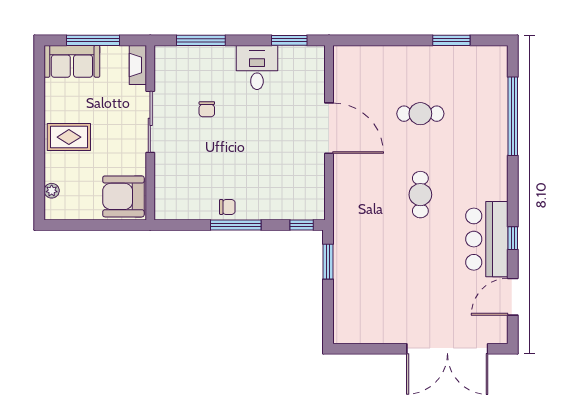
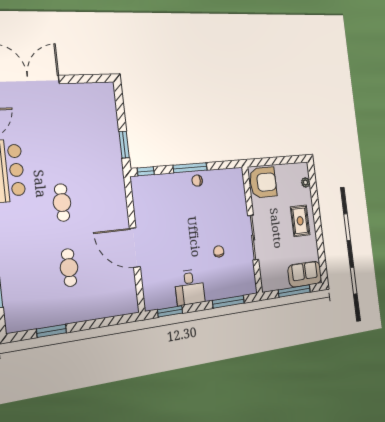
fireplace: (138, 65) -> (265, 278), removed
cafe table: (420, 114) -> (69, 268), turned 90
rug: (69, 137) -> (300, 221), turned 90

